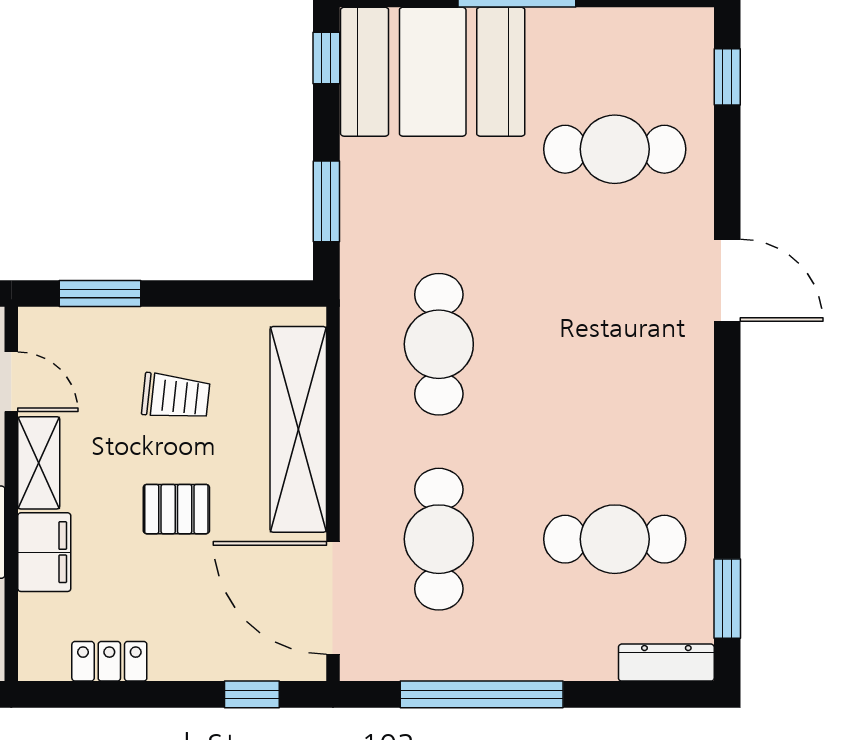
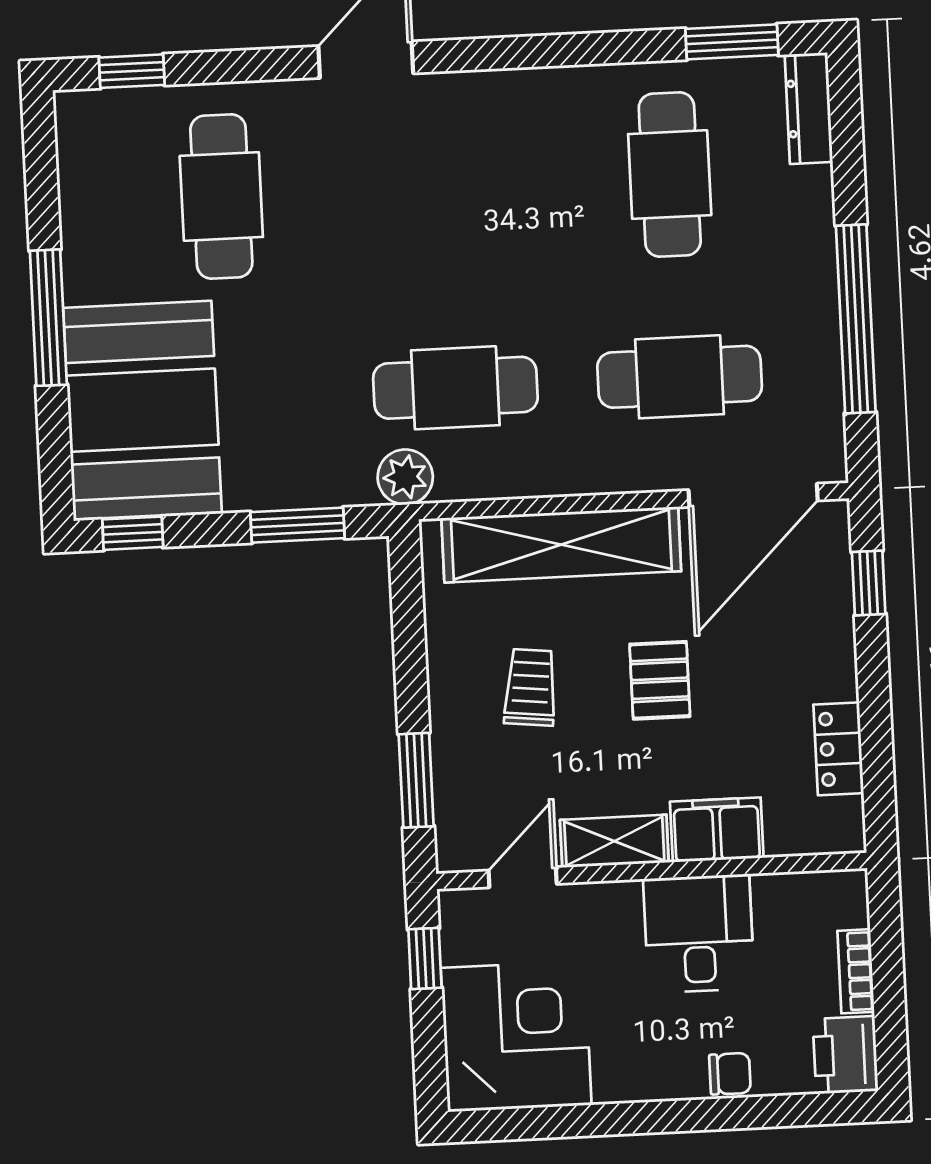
plant: (364, 297) -> (405, 477), added

